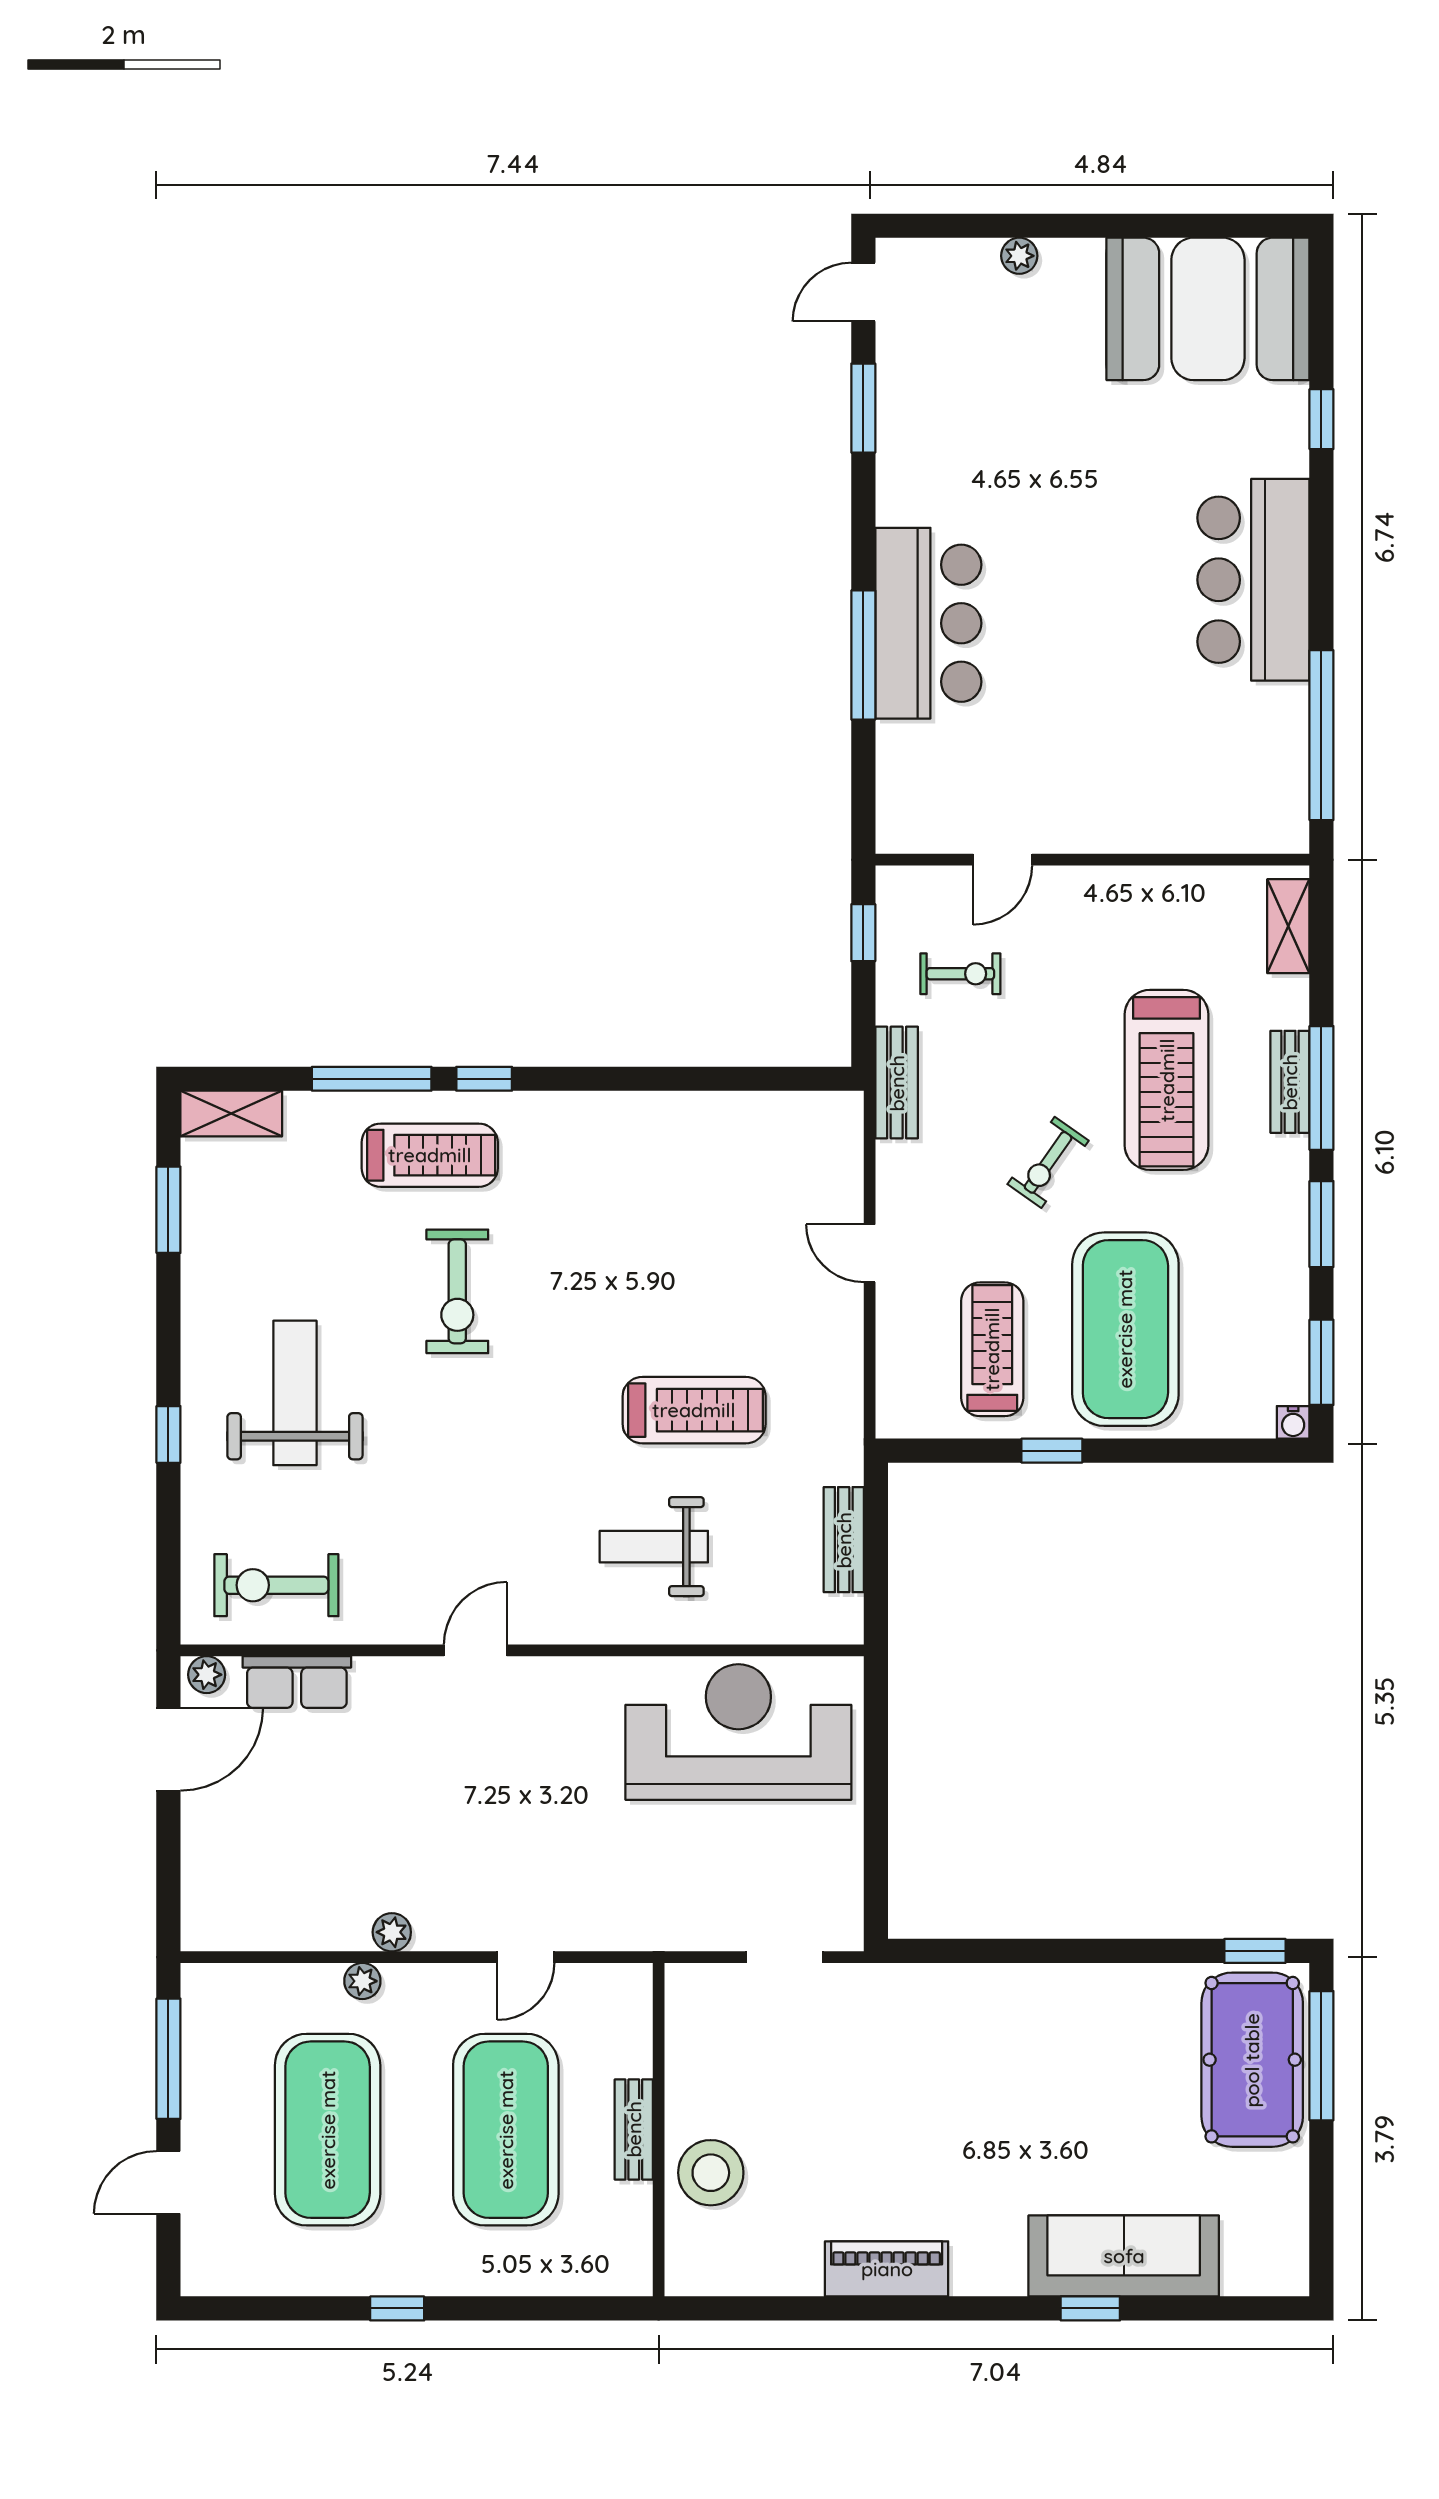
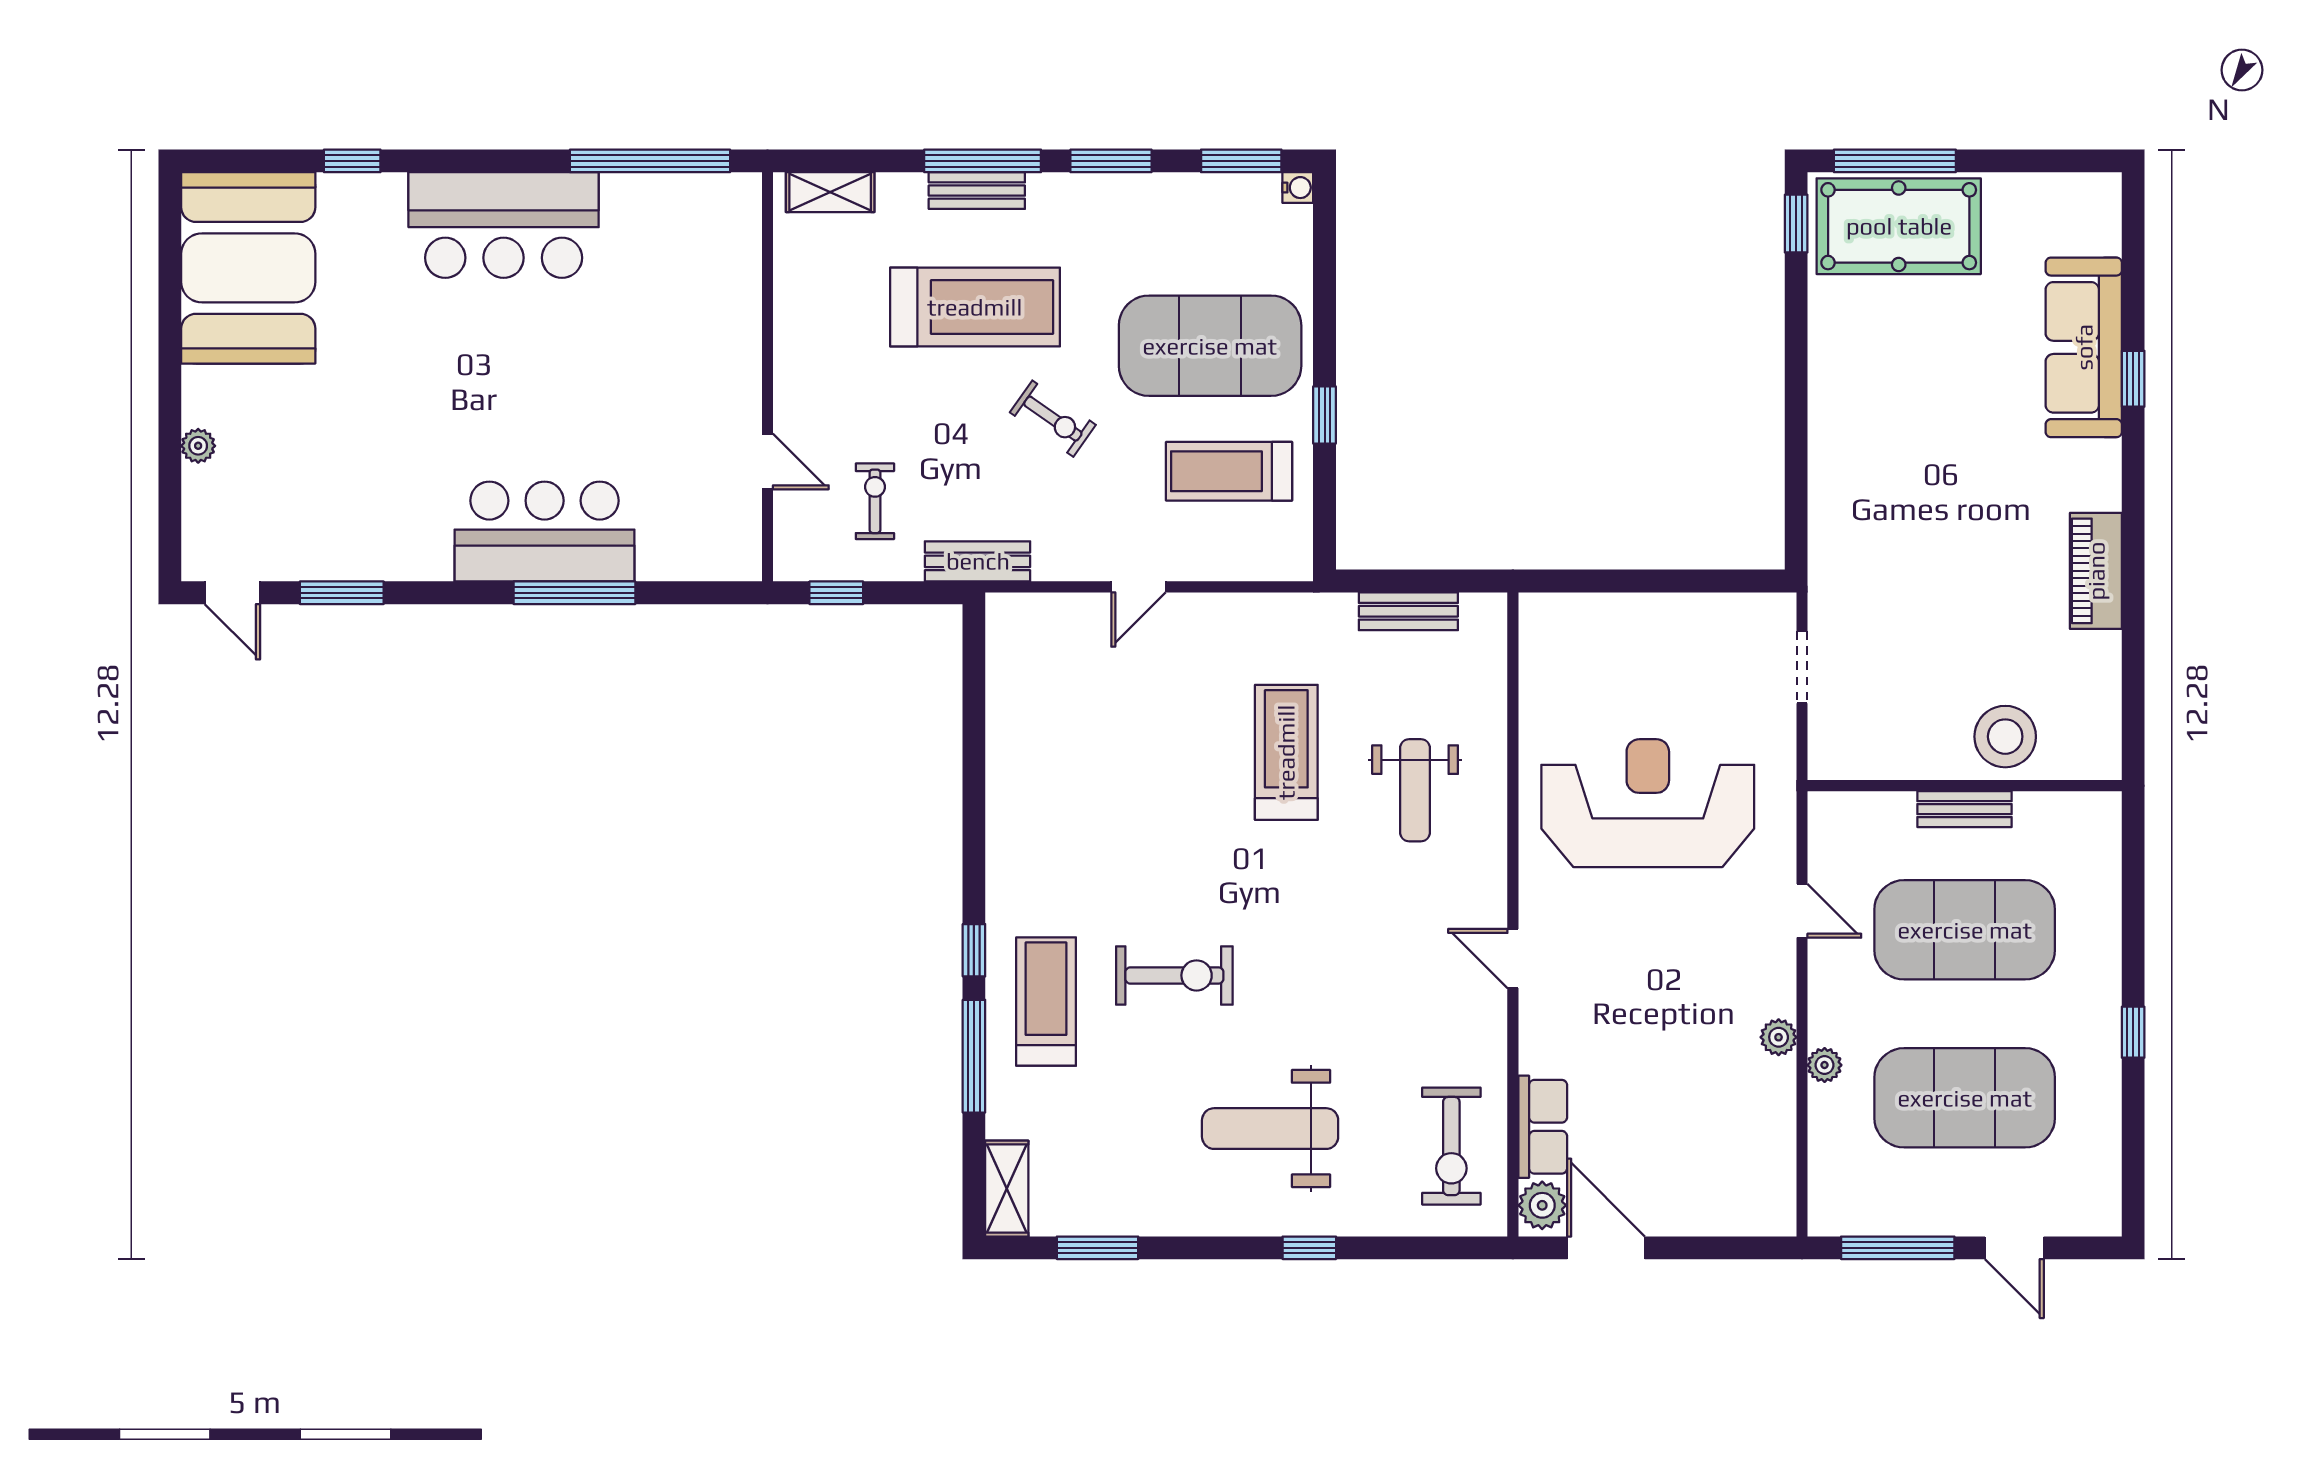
plant: (207, 1675) -> (1542, 1205), width x1.38, depth x1.38
reception desk: (738, 1732) -> (1648, 803), moved, turned 90

